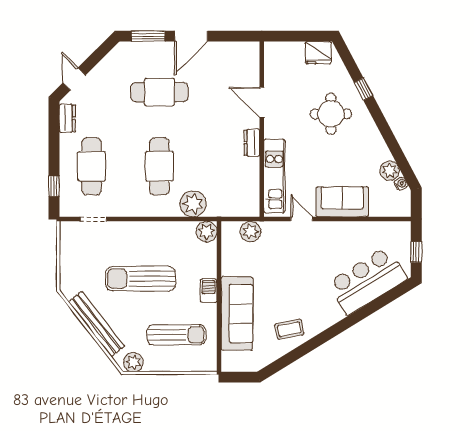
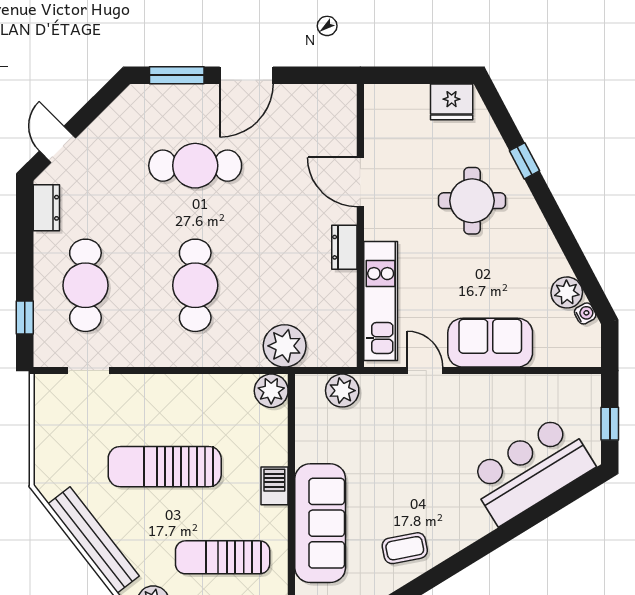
plant: (193, 204) -> (285, 346), moved
sun lounger: (176, 335) -> (223, 557), turned 180

